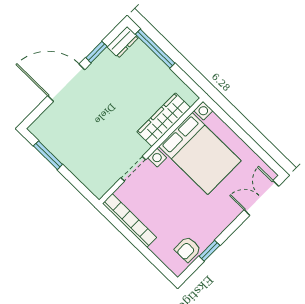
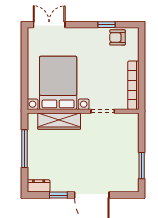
window: (155, 49) -> (25, 149), moved
double door: (261, 198) -> (49, 25), swing flipped
armchair: (188, 249) -> (117, 37), turned 180

